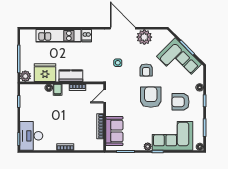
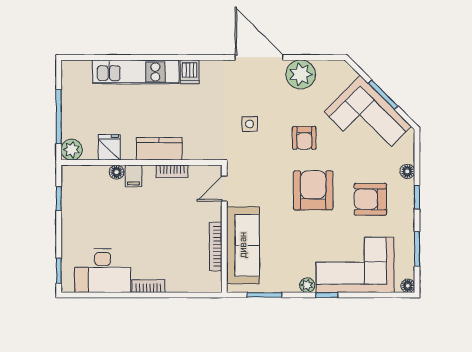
fridge: (45, 73) -> (109, 147), width x0.53, depth x0.75
sofa: (114, 131) -> (243, 245), width x1.36
desk: (31, 136) -> (103, 271), moved, turned -90

